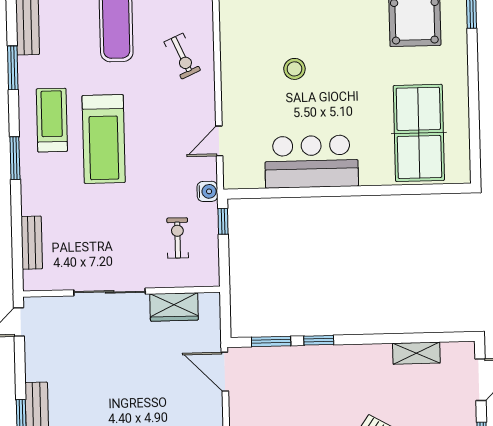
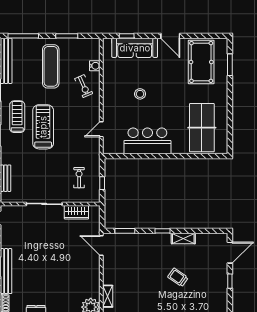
treadmill: (104, 139) -> (43, 127), turned 180
water cooler: (207, 191) -> (95, 66), moved
window: (223, 221) -> (102, 183), moved
window: (319, 340) -> (162, 231), moved
shelving: (416, 353) -> (183, 239), moved

